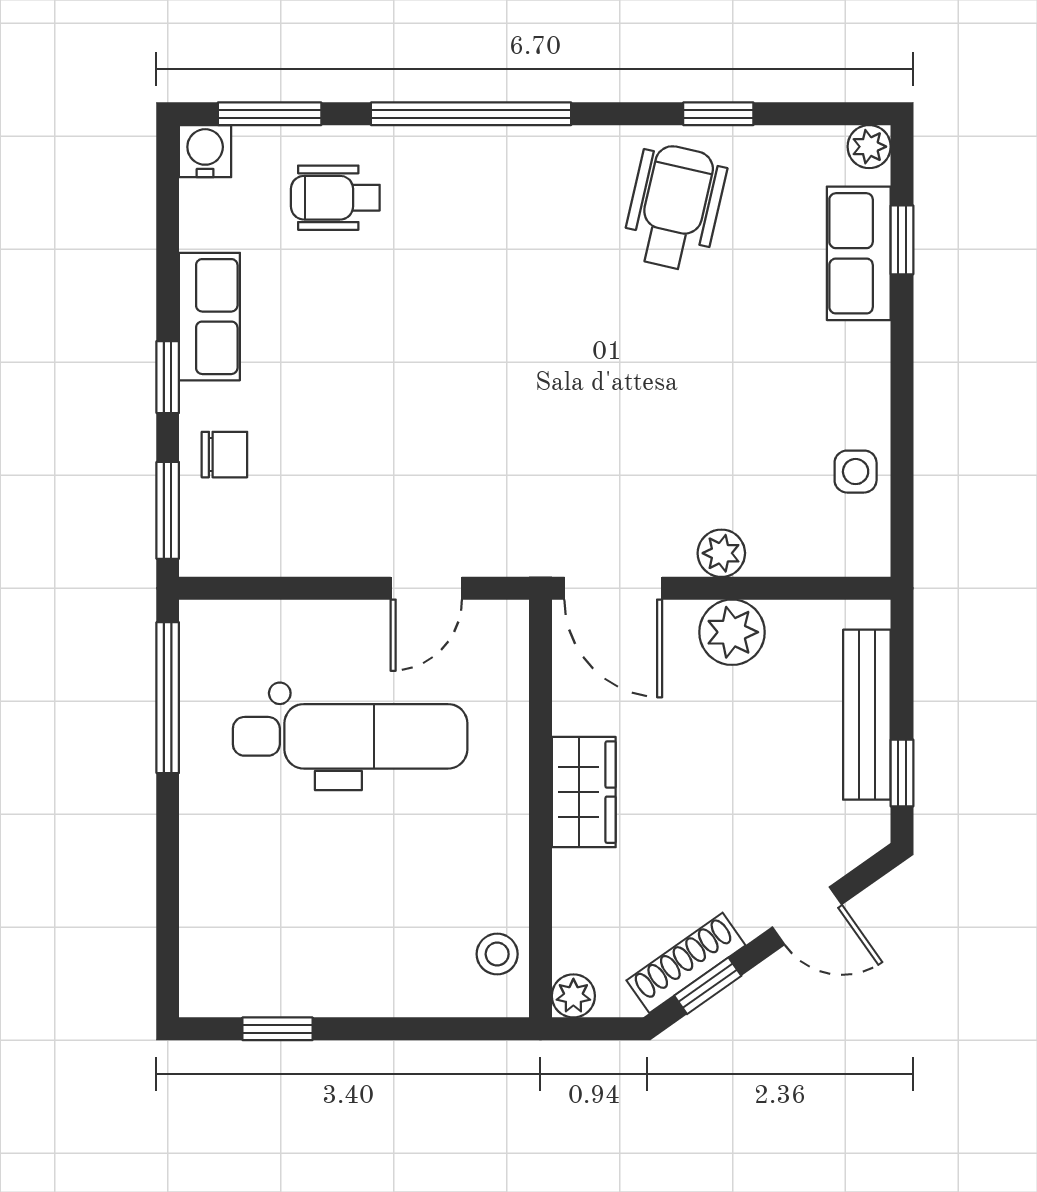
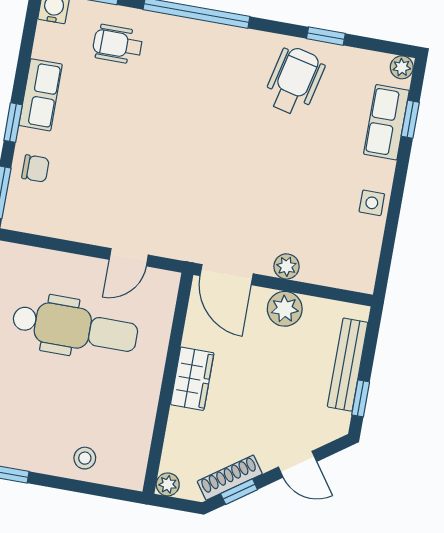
side table: (856, 472) -> (372, 203), moved
stool: (497, 954) -> (85, 458), moved

